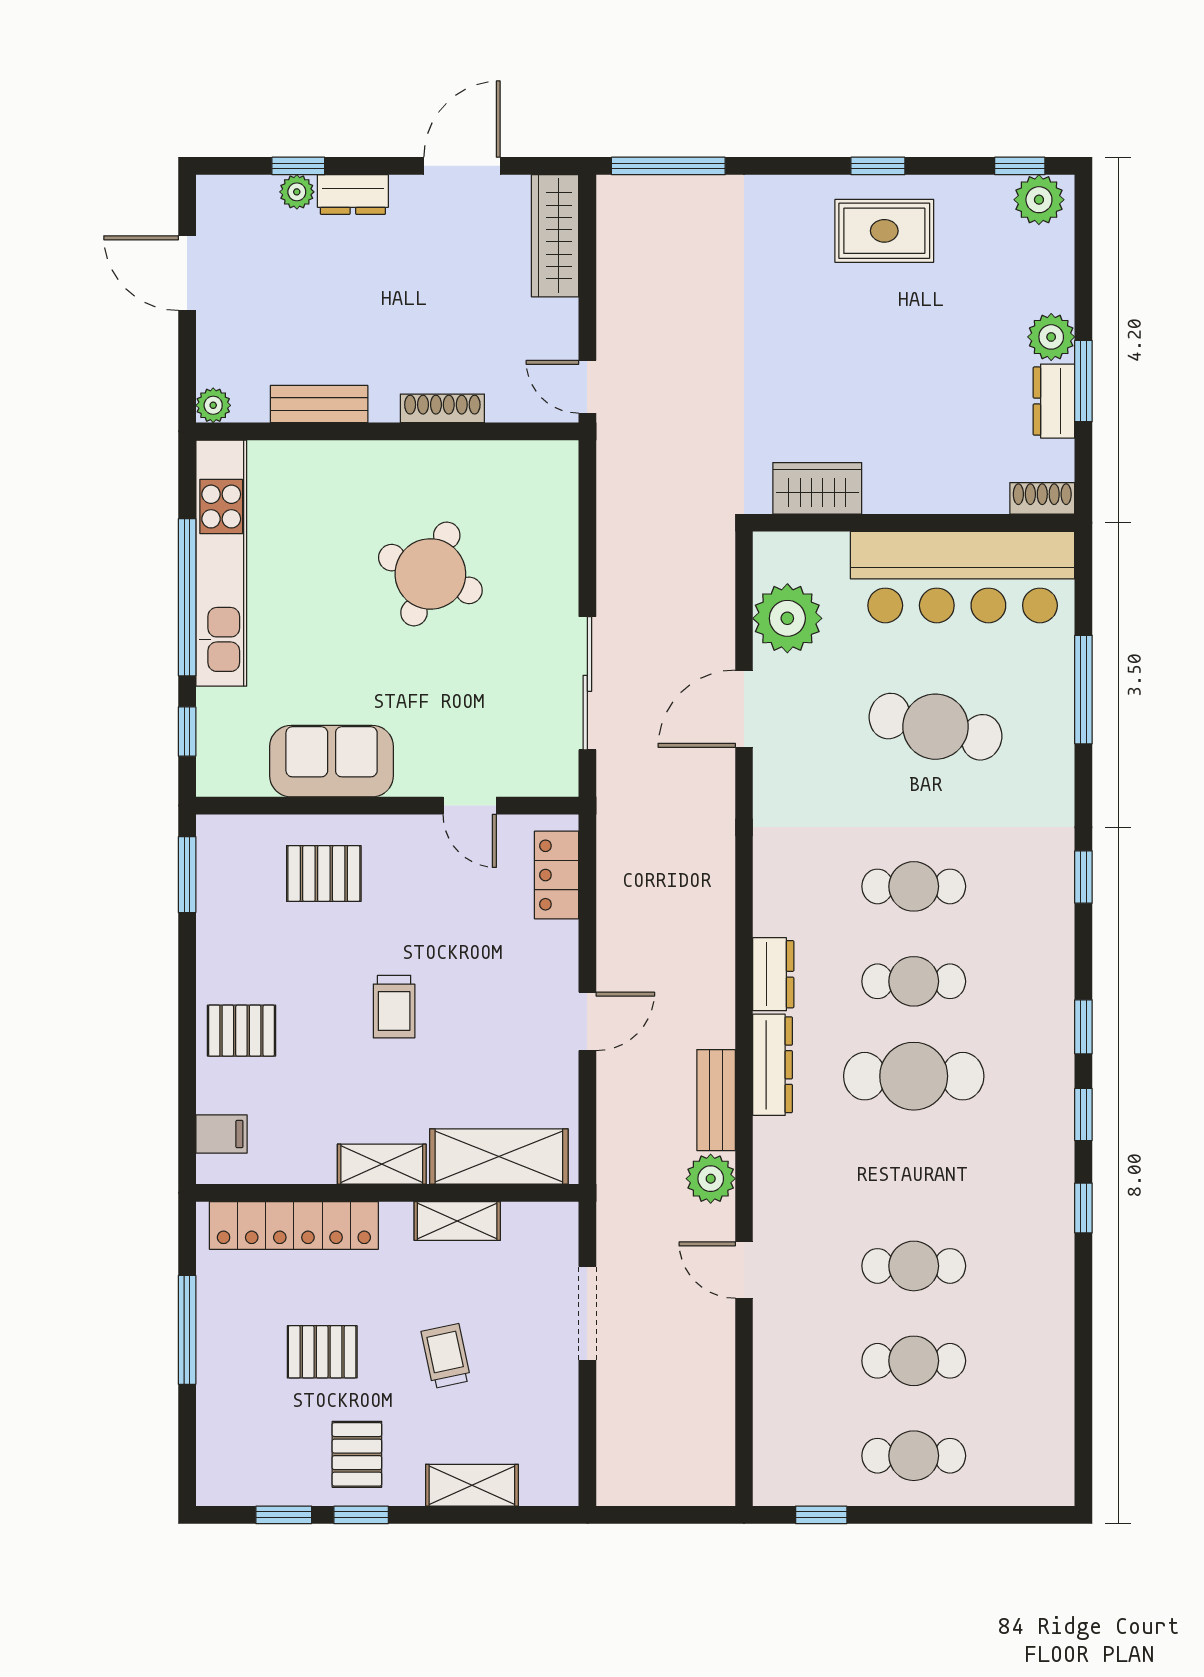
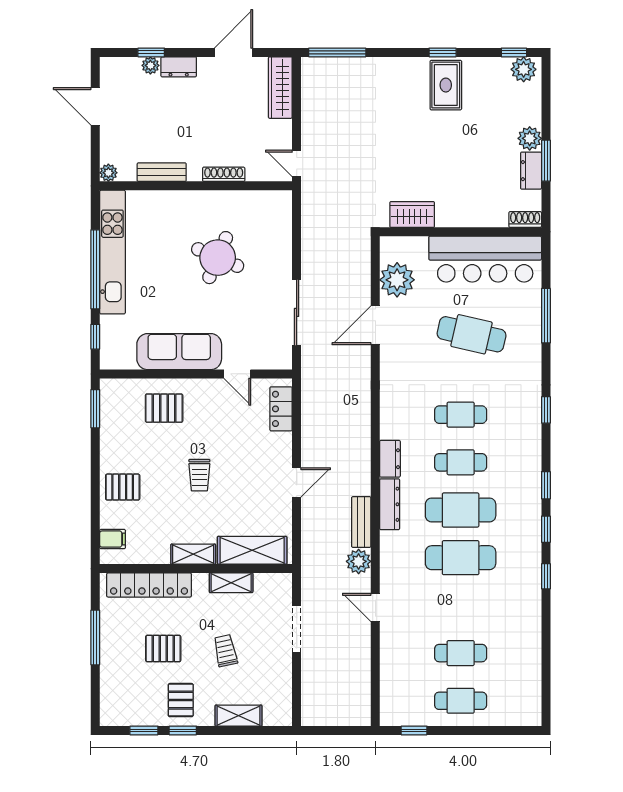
rug: (884, 231) -> (446, 85), turned 90
sofa: (332, 761) -> (179, 352), width x1.36
cafe table: (914, 1266) -> (461, 558), moved, width x1.37, depth x1.35

